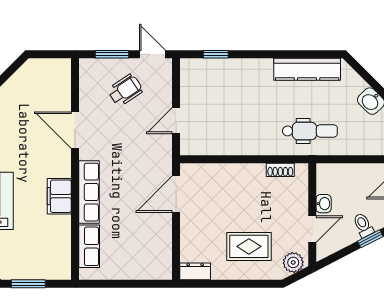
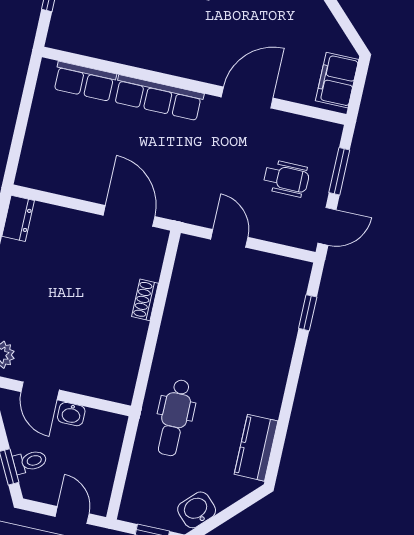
kitchen counter: (307, 69) -> (256, 448), width x0.67
wheelchair: (125, 90) -> (286, 178), turned -56
shoe rack: (280, 170) -> (145, 300), moved
filing cabinet: (59, 196) -> (337, 80), moved, turned -90
rug: (249, 246) -> (36, 299), removed

